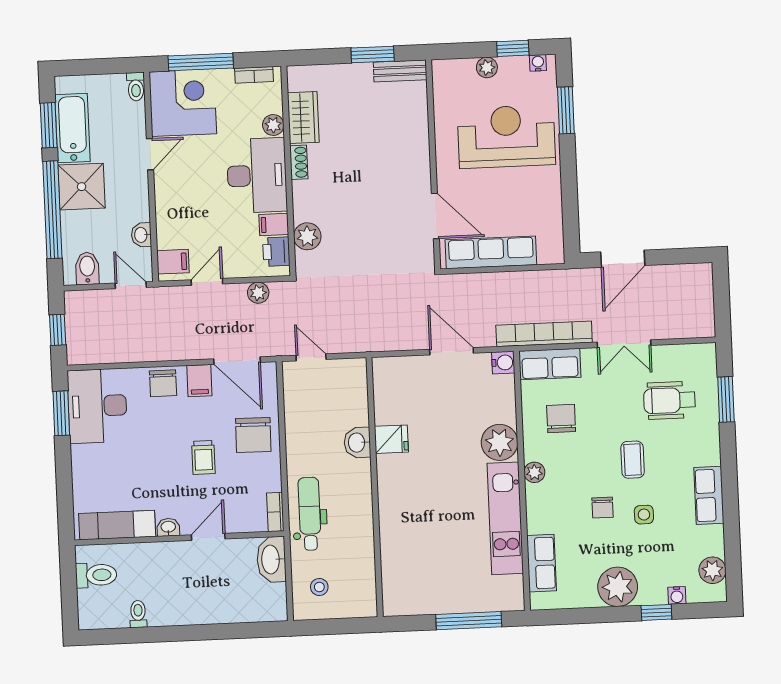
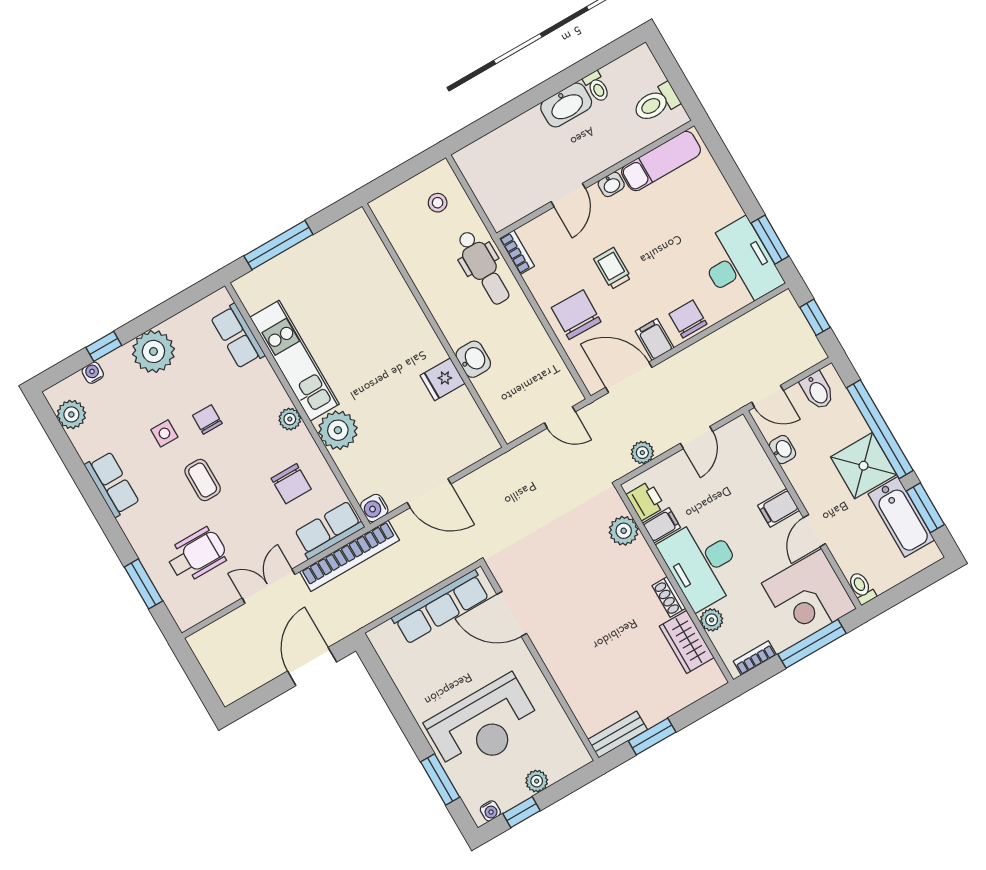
filing cabinet: (173, 262) -> (779, 508), moved
washbasin: (271, 559) -> (566, 105), moved, turned 90

